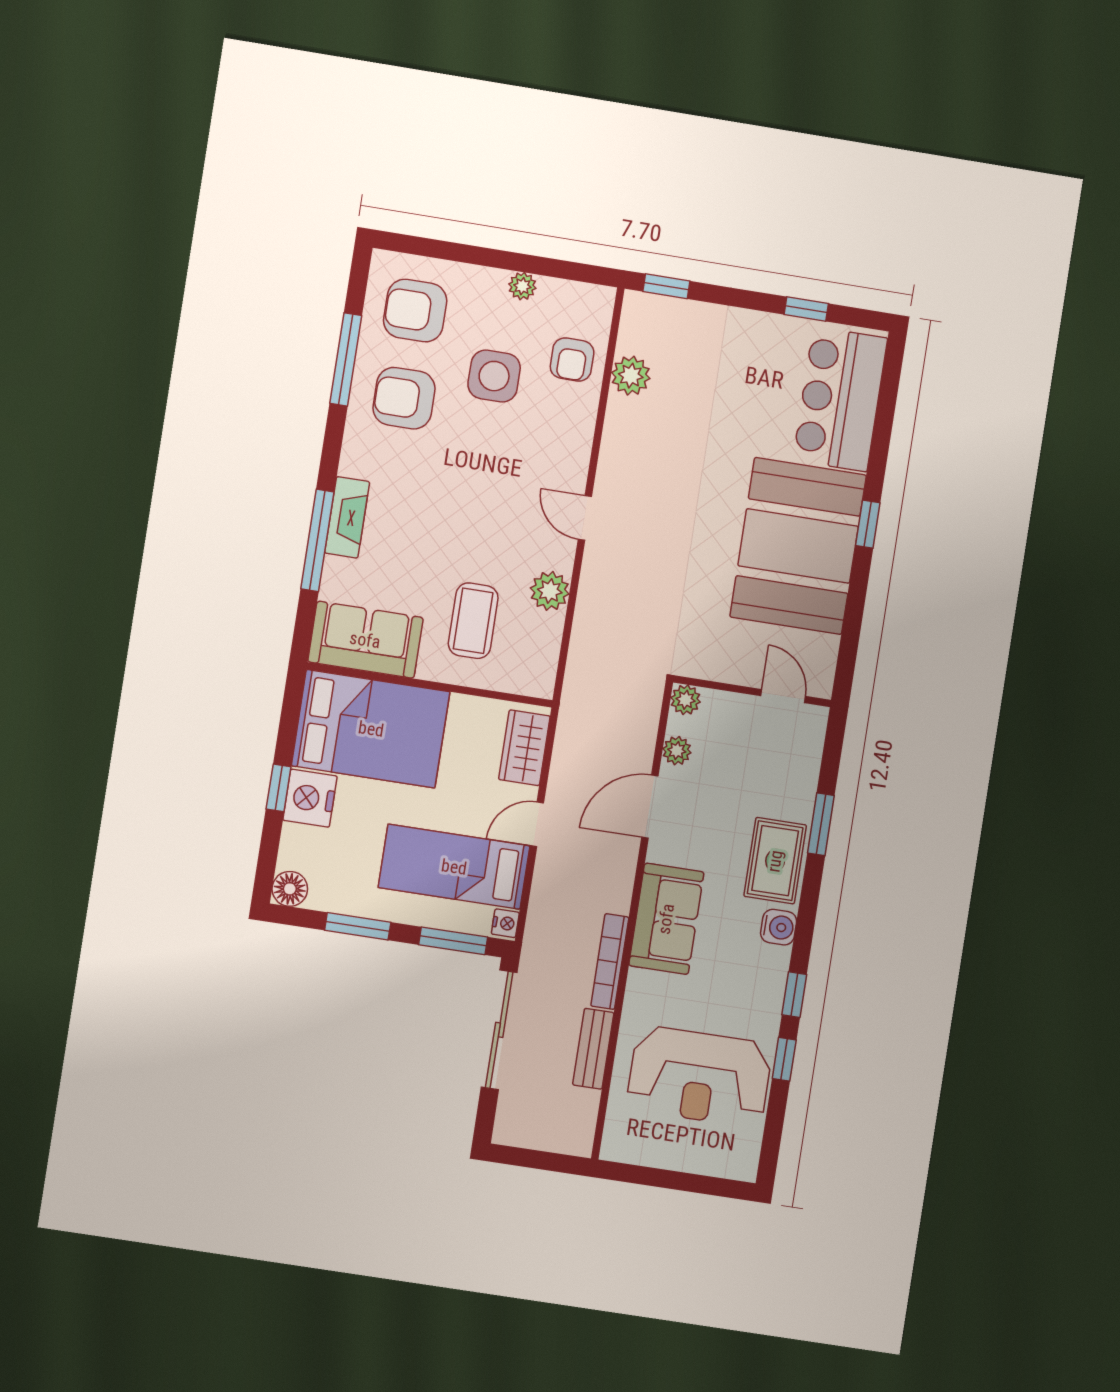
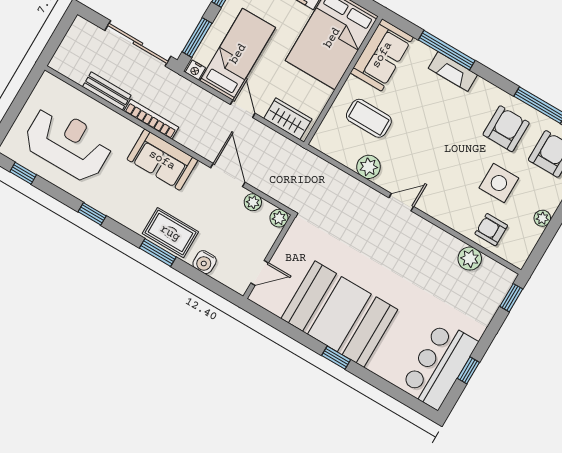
bar counter: (840, 399) -> (439, 365), moved, turned -90
window: (821, 824) -> (158, 252), moved
water cooler: (779, 927) -> (205, 262), moved
window: (784, 1059) -> (23, 173), moved
reception desk: (699, 1076) -> (68, 143), turned 90

